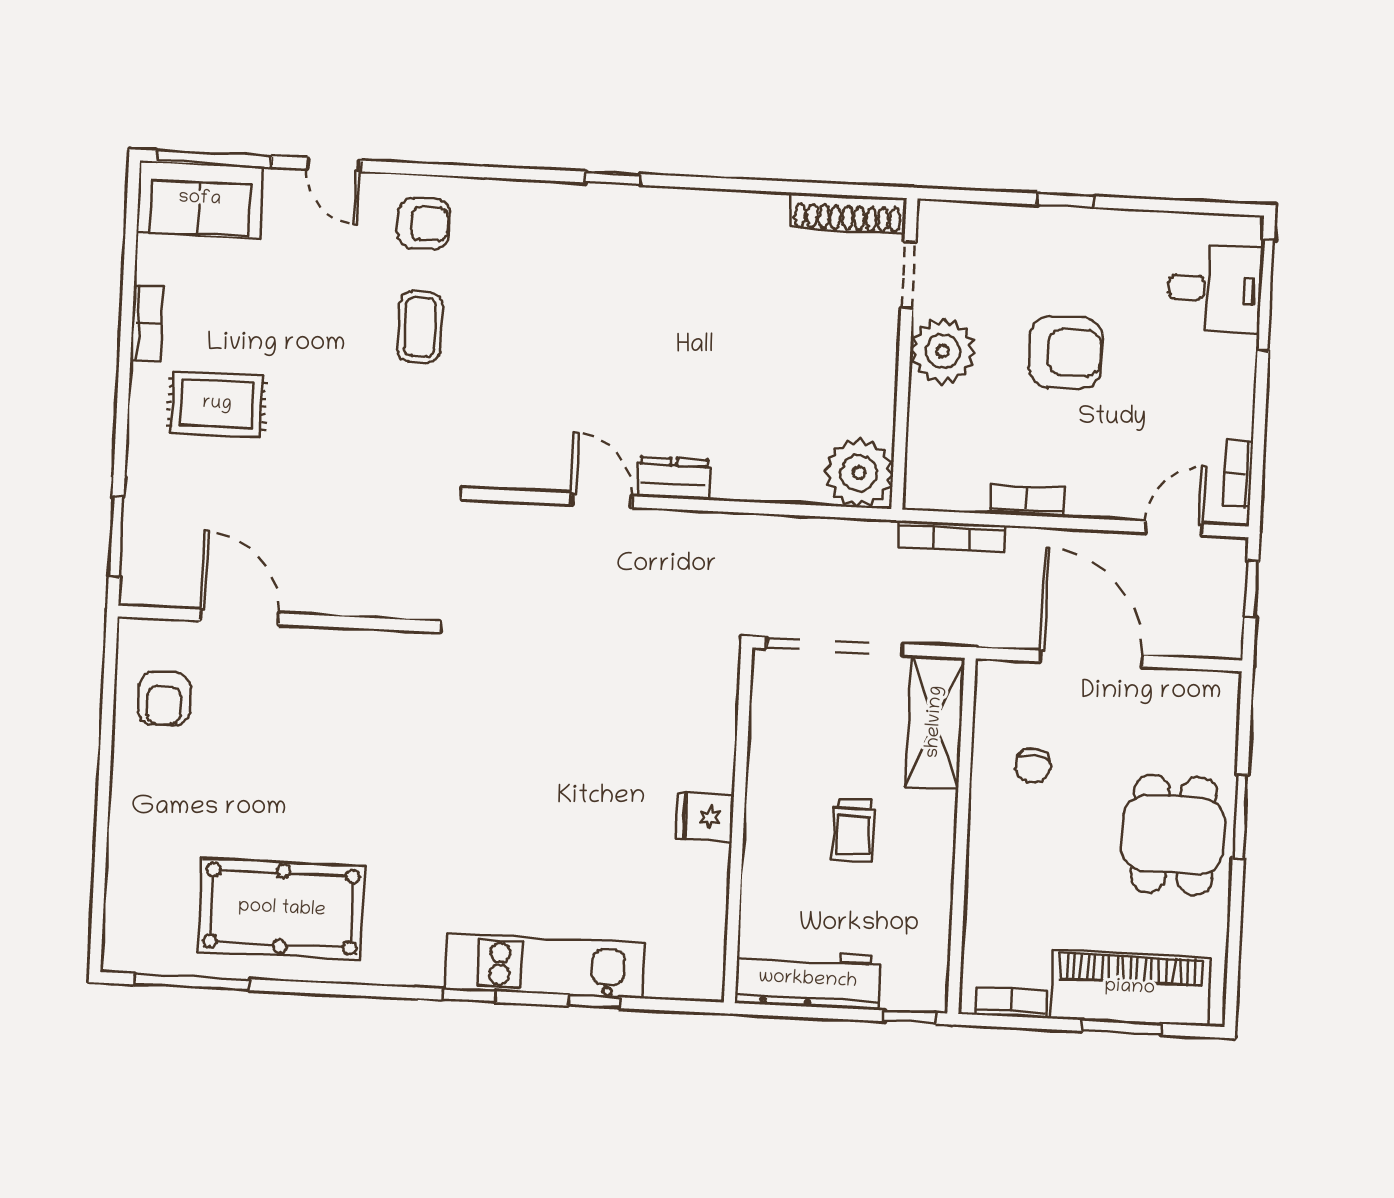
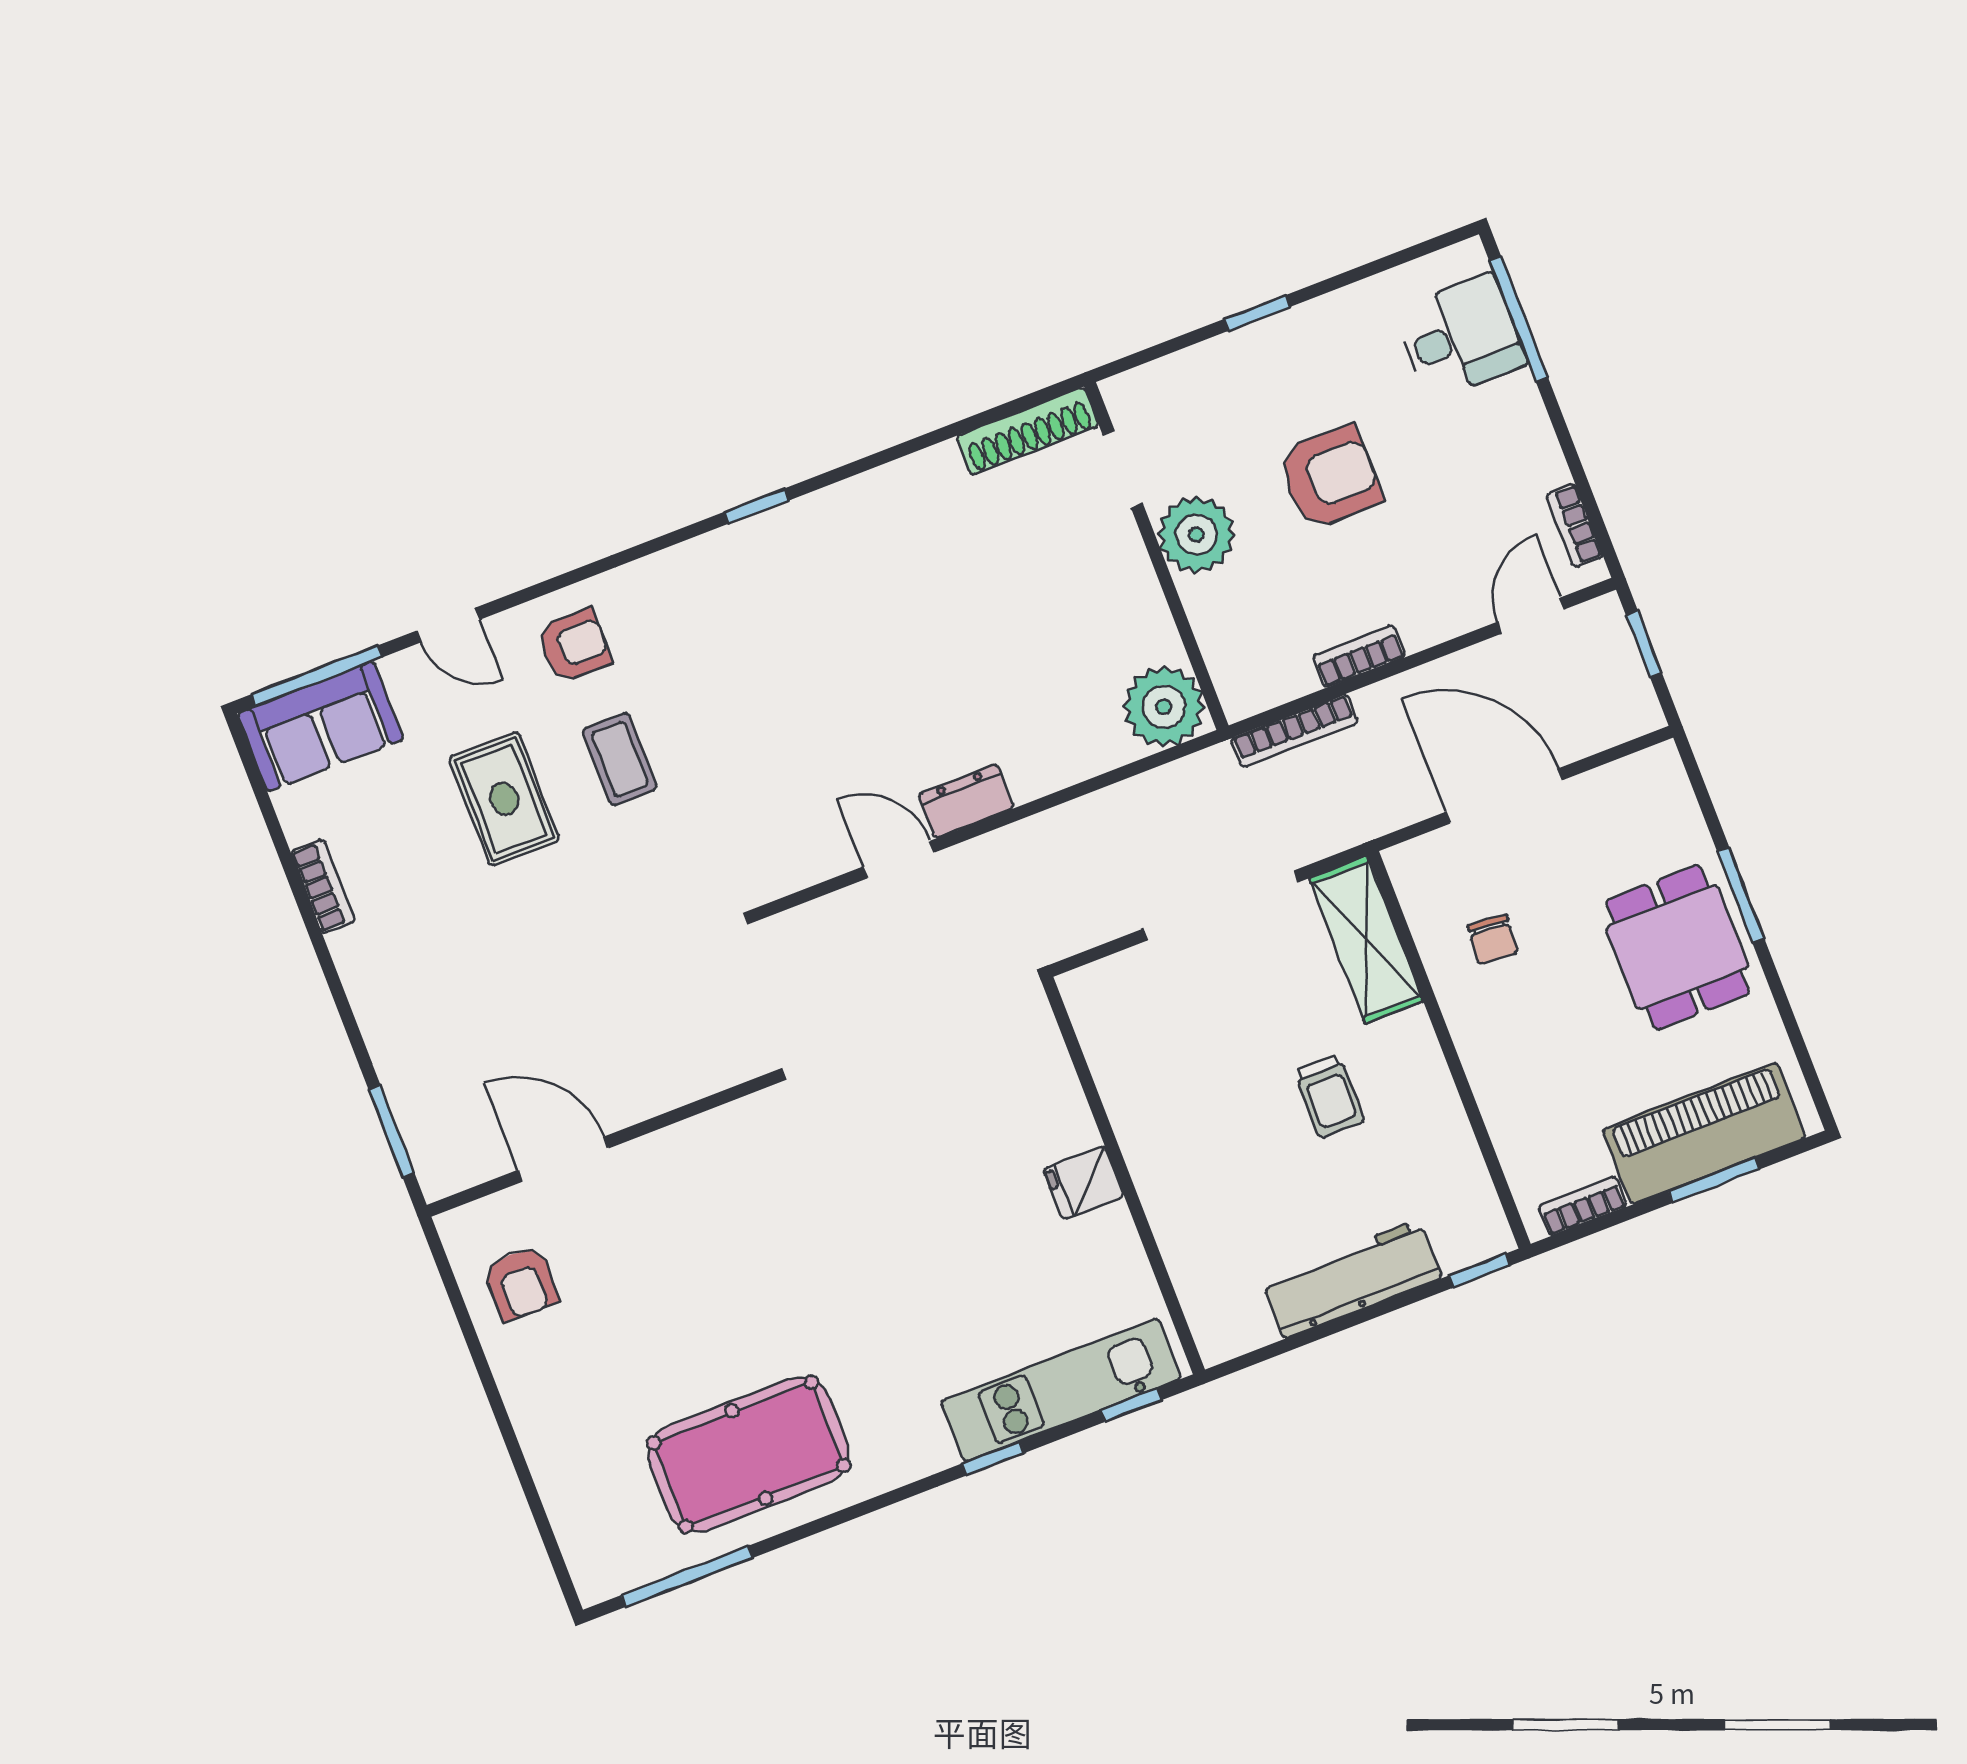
rug: (217, 404) -> (504, 799), moved, turned 90
fridge: (705, 817) -> (1084, 1183), moved
wall: (738, 825) -> (1123, 1176), moved

